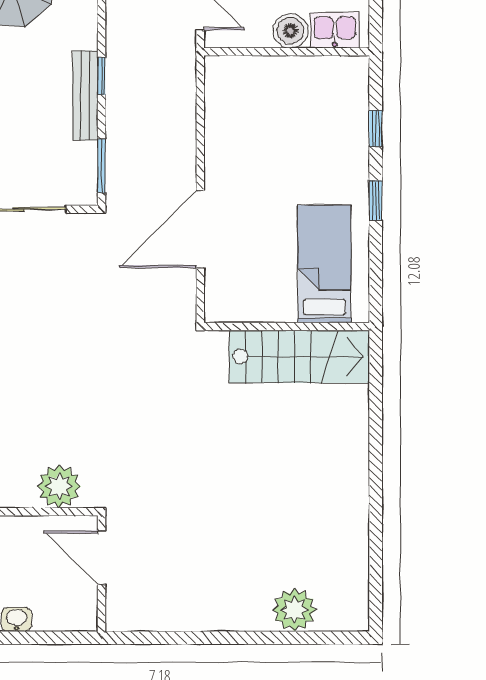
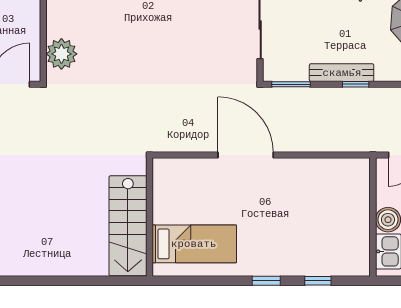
bed: (324, 264) -> (194, 244), moved
wall: (287, 327) -> (149, 217), moved
stairs: (299, 357) -> (128, 226), moved

